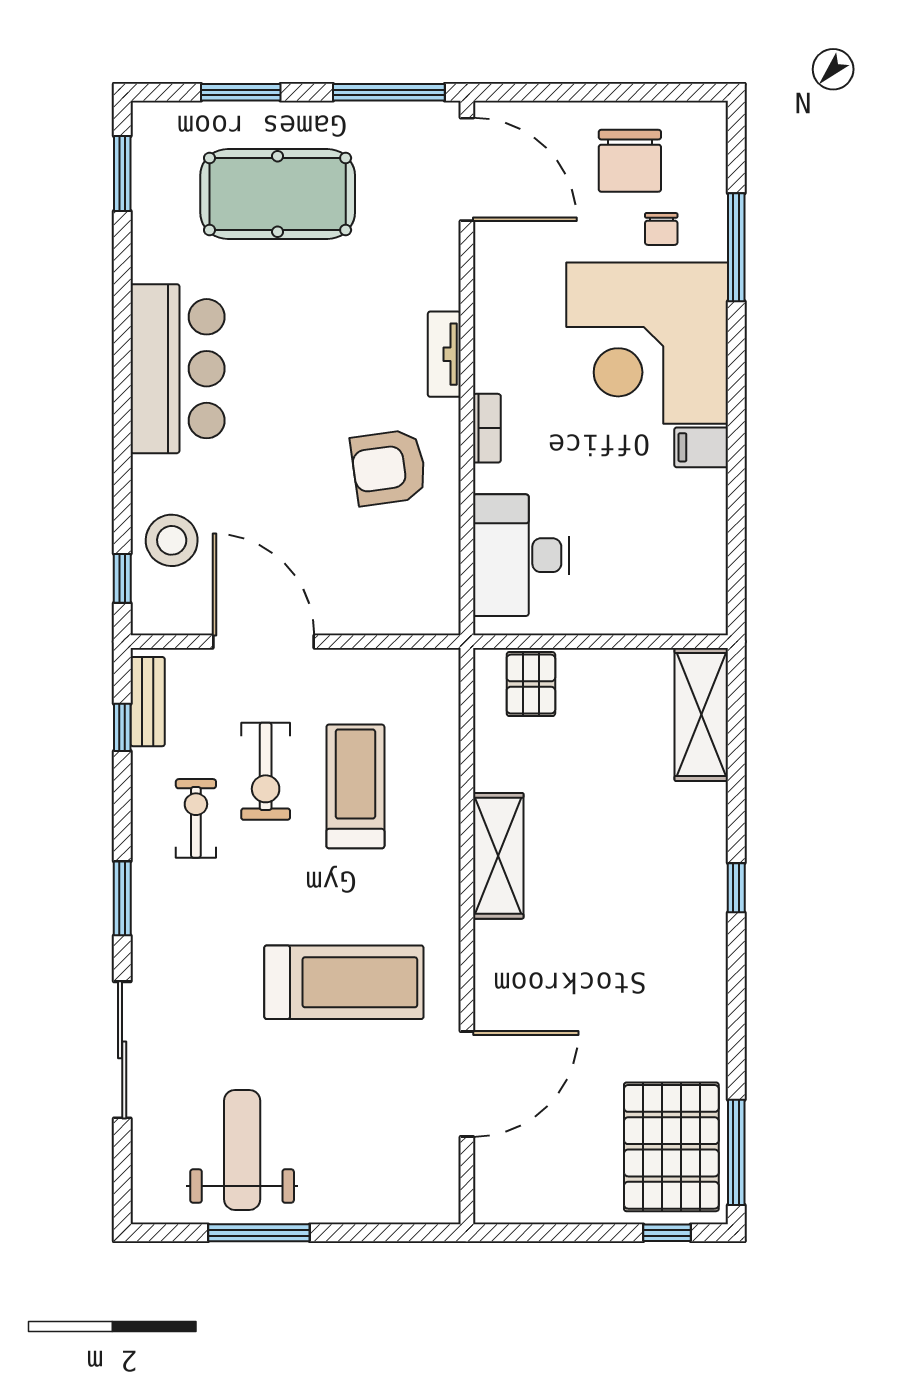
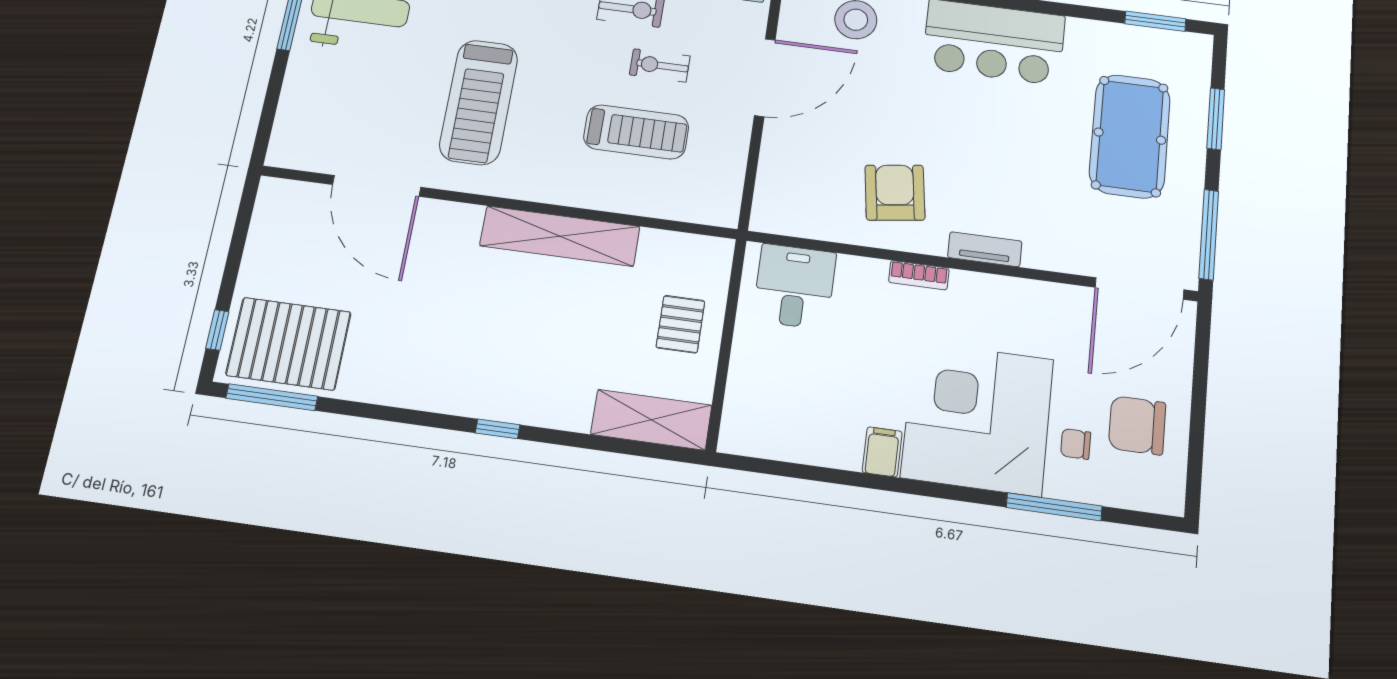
desk: (521, 555) -> (794, 287), width x0.73
pallet: (531, 684) -> (680, 324), moved, turned 90
exercise bike: (266, 771) -> (660, 65), width x0.73, depth x0.72
shelving: (498, 856) -> (560, 236), width x1.47

